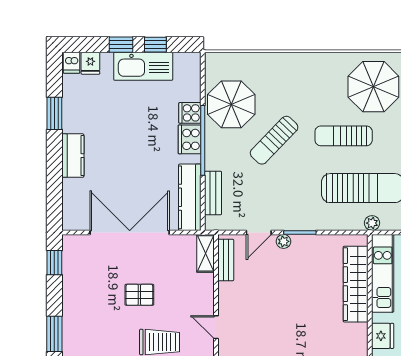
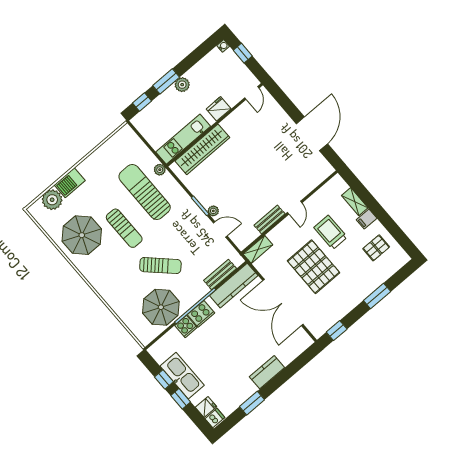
bench: (226, 260) -> (269, 220), moved
pallet: (139, 295) -> (314, 267), width x2.05, depth x2.00

